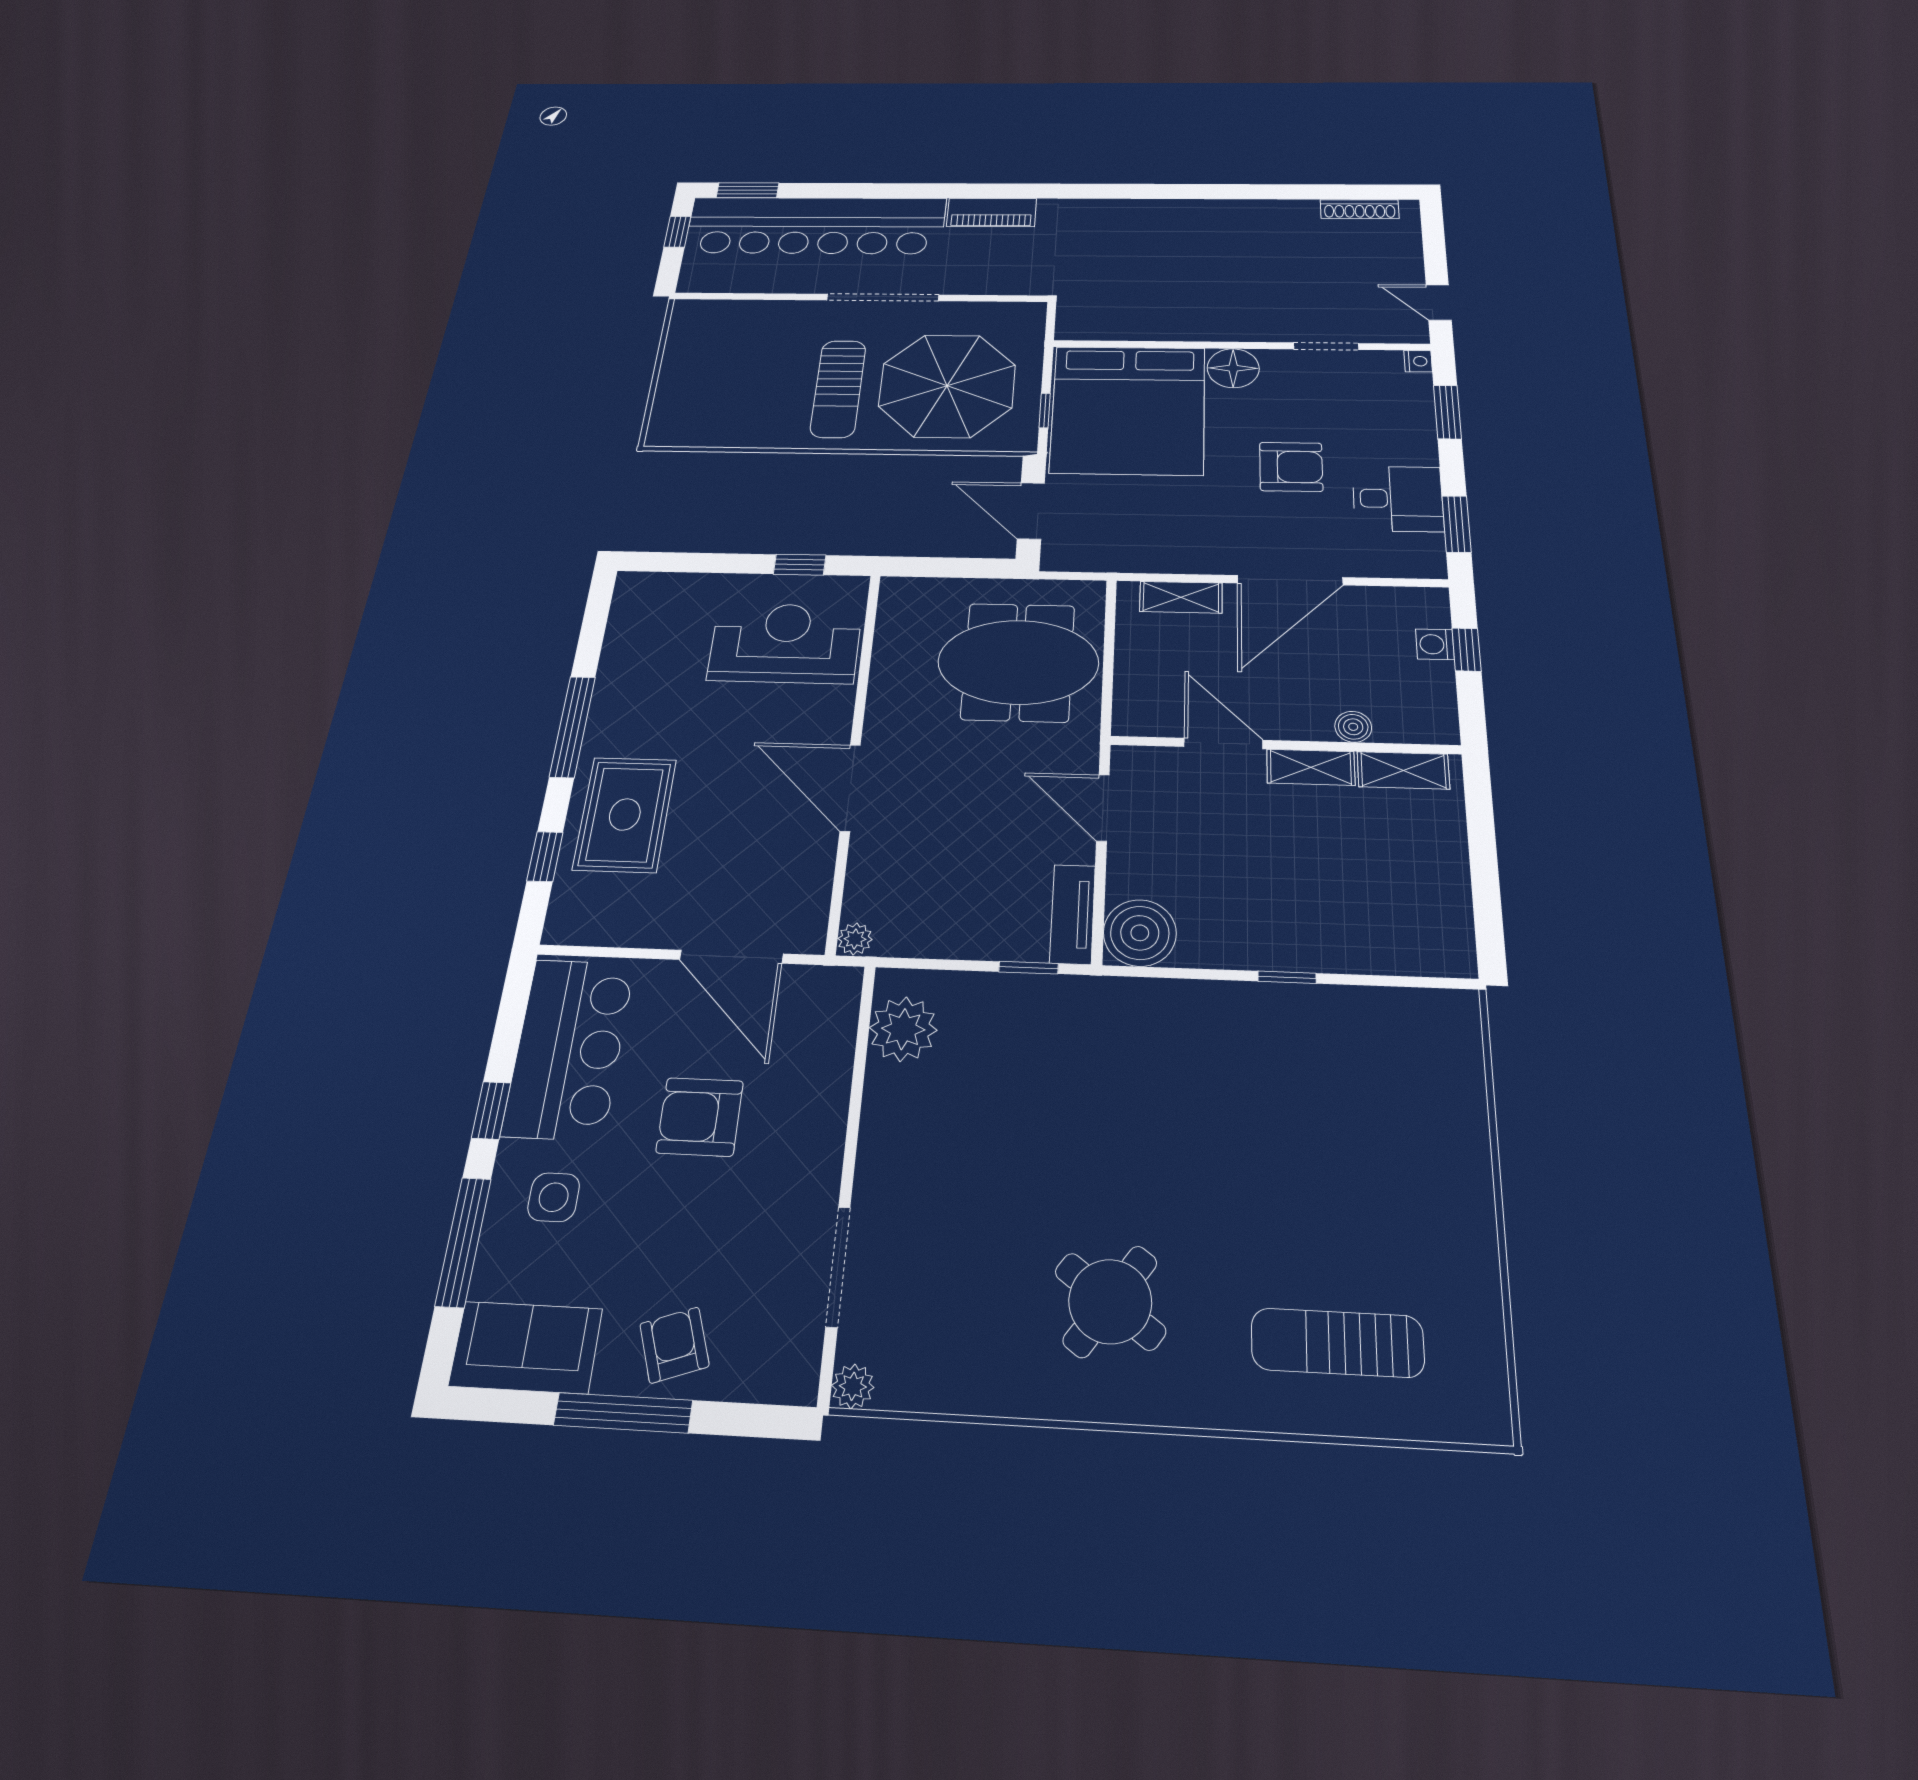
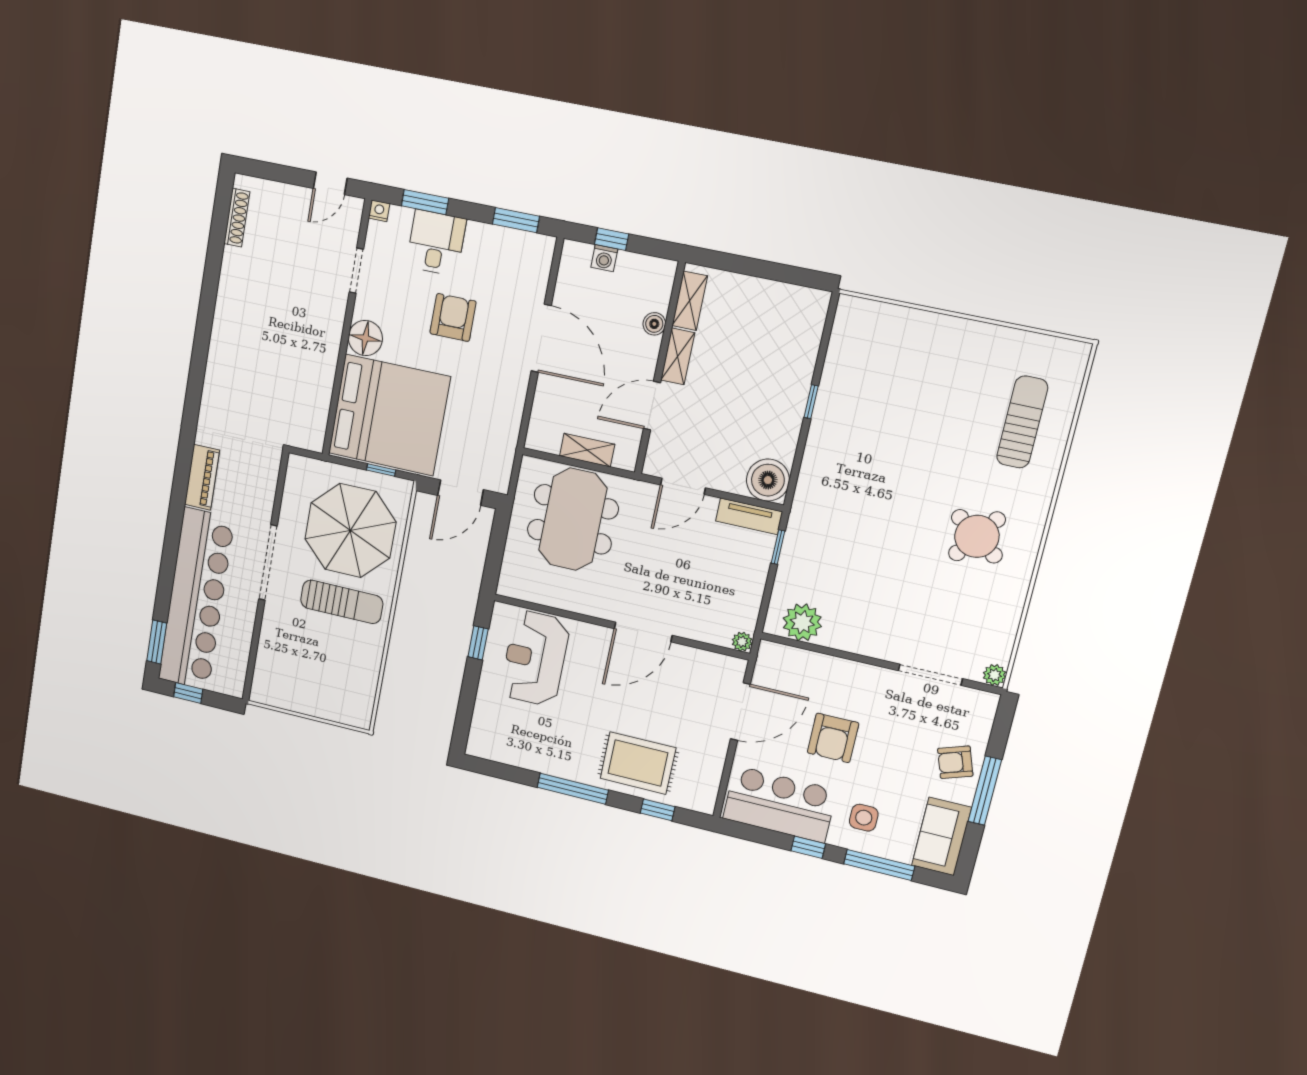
desk: (1398, 499) -> (436, 243), moved
shelving: (1181, 597) -> (587, 450), moved, turned 90
sun lounger: (1337, 1343) -> (1022, 422), turned 180

